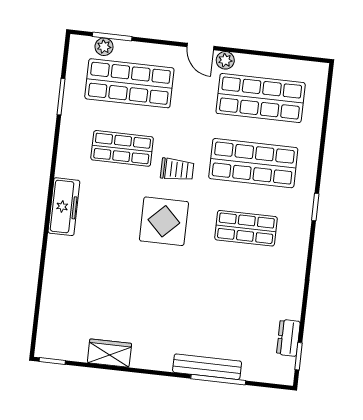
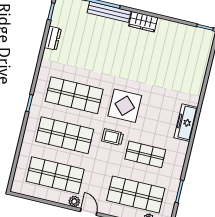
shop shelf: (246, 228) -> (74, 95), width x1.43, depth x1.36
dresser: (288, 338) -> (53, 38), moved
wardrobe: (109, 353) -> (143, 22), moved

